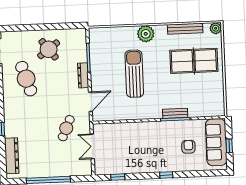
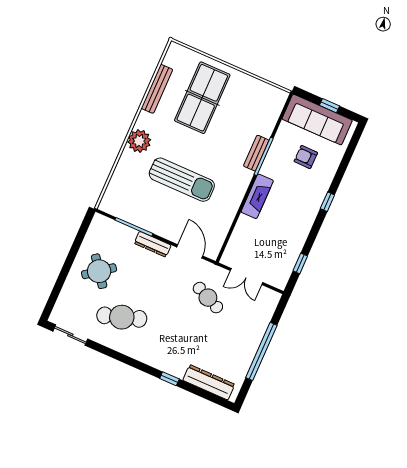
plant: (216, 28) -> (175, 51), removed
sun lounger: (134, 74) -> (182, 180), turned 180
fireplace: (148, 128) -> (257, 196), added

